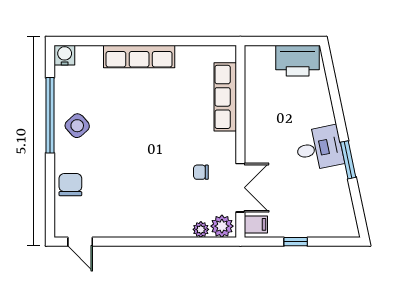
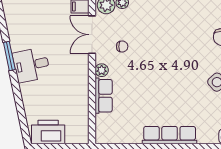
row of seats: (225, 97) -> (104, 96), width x0.68
plant: (228, 141) -> (102, 70), added

